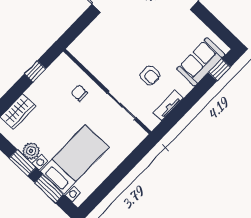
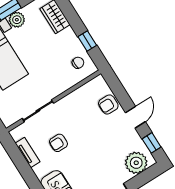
armchair: (97, 33) -> (108, 104), added
chair: (79, 93) -> (78, 63), moved

